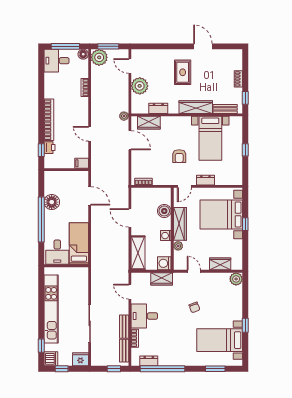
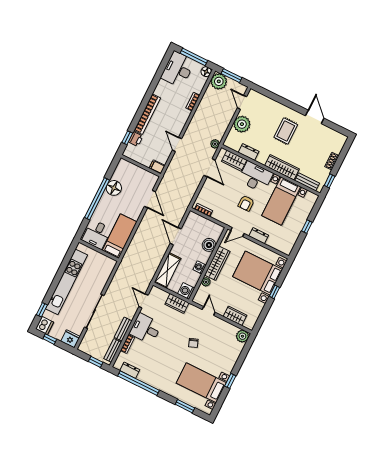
desk: (56, 61) -> (178, 69), width x1.37
desk: (176, 128) -> (256, 177), added

